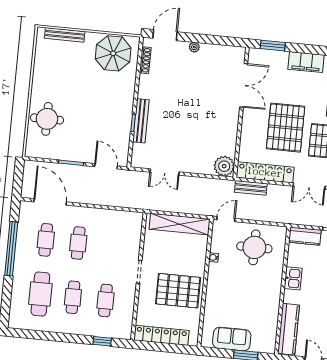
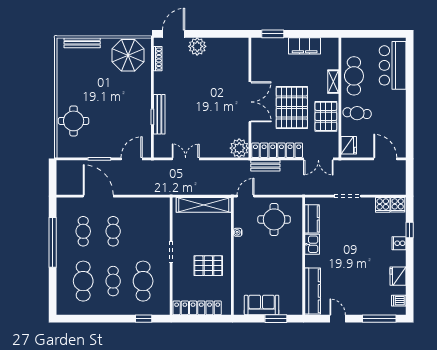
plant: (194, 47) -> (197, 46), width x1.87, depth x1.87
double door: (244, 85) -> (250, 102), moved
door: (106, 166) -> (132, 159), hinge flipped
double door: (165, 172) -> (186, 159), swing flipped
door: (50, 202) -> (98, 196), moved
kitchen counter: (305, 236) -> (312, 219), moved, turned -90
pallet: (178, 291) -> (208, 266), width x0.73, depth x0.71
cafe table: (105, 300) -> (143, 281), width x1.37, depth x1.35

